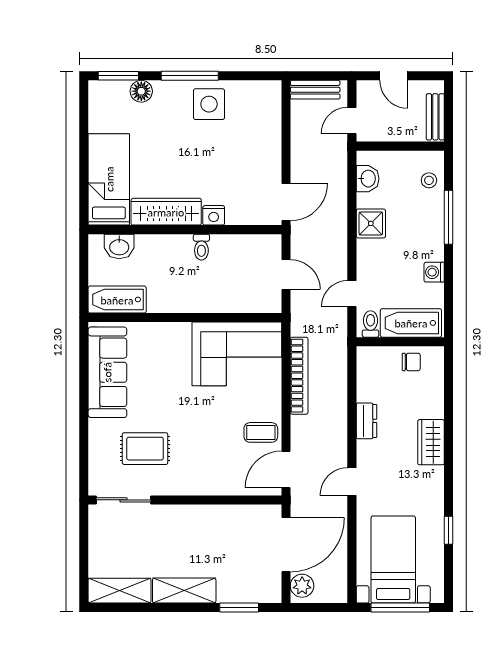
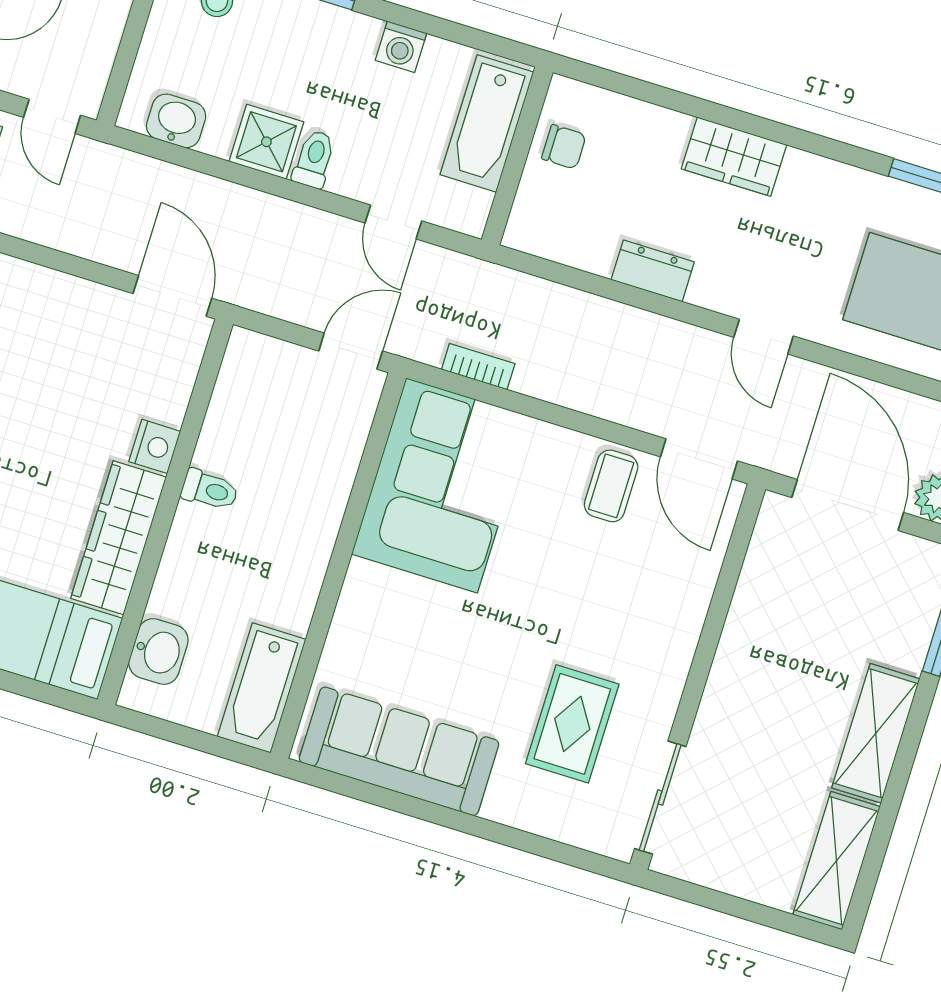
door: (286, 274) -> (351, 351), moved
toilet: (371, 324) -> (314, 159), moved, turned 90
chair: (411, 362) -> (564, 147), turned 90
bookcase: (299, 376) -> (478, 367), width x0.43, depth x0.76

